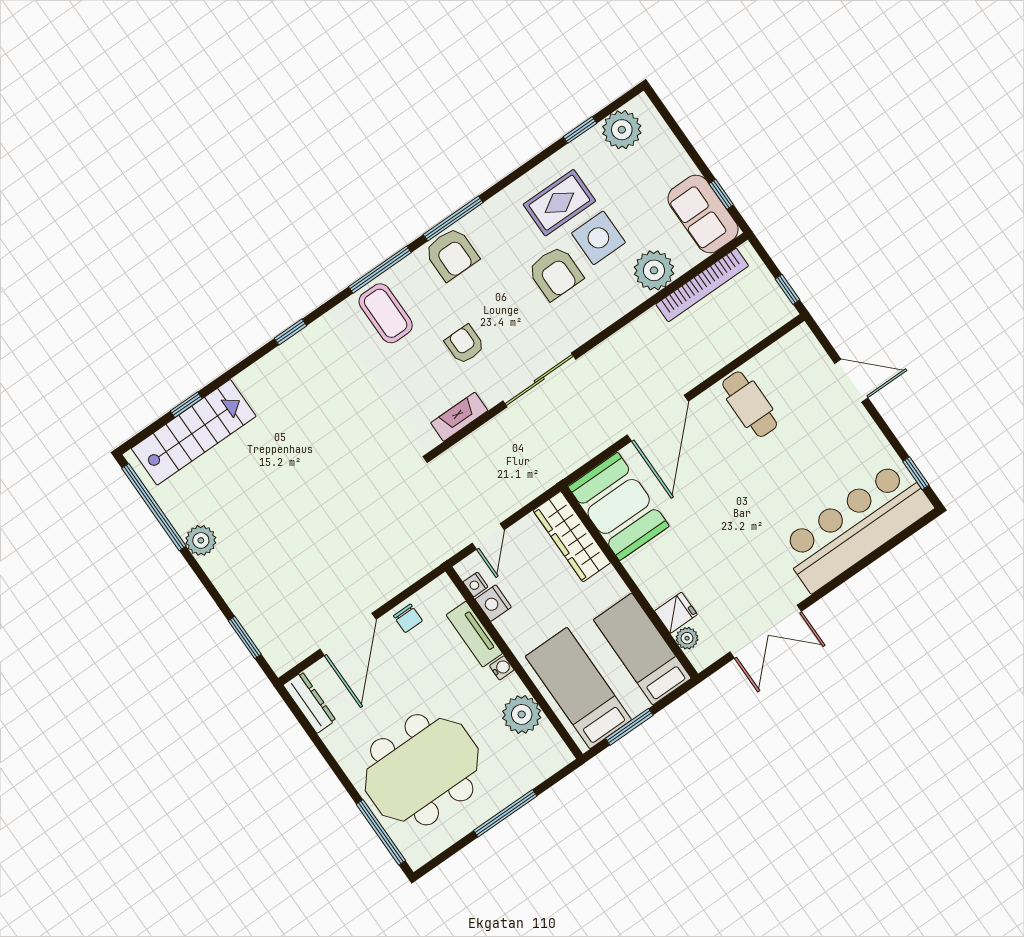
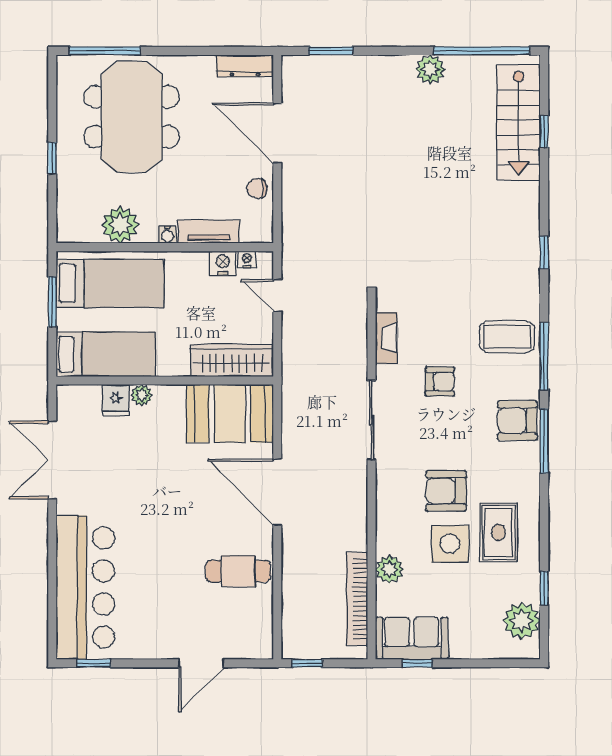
plant: (654, 270) -> (389, 569), width x0.73, depth x0.73
plant: (687, 638) -> (142, 395), moved
window: (505, 813) -> (52, 158), width x0.46

